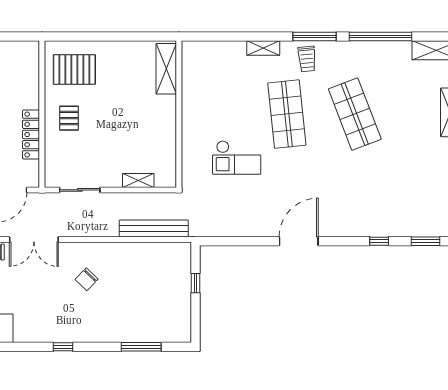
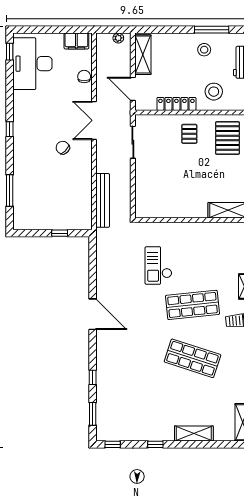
stool: (15, 87) -> (214, 92), added
shop shelf: (355, 114) -> (192, 358), turned 39
pallet: (69, 118) -> (189, 134), turned 90
shelving: (138, 180) -> (140, 188), removed
double door: (34, 239) -> (94, 120), moved

